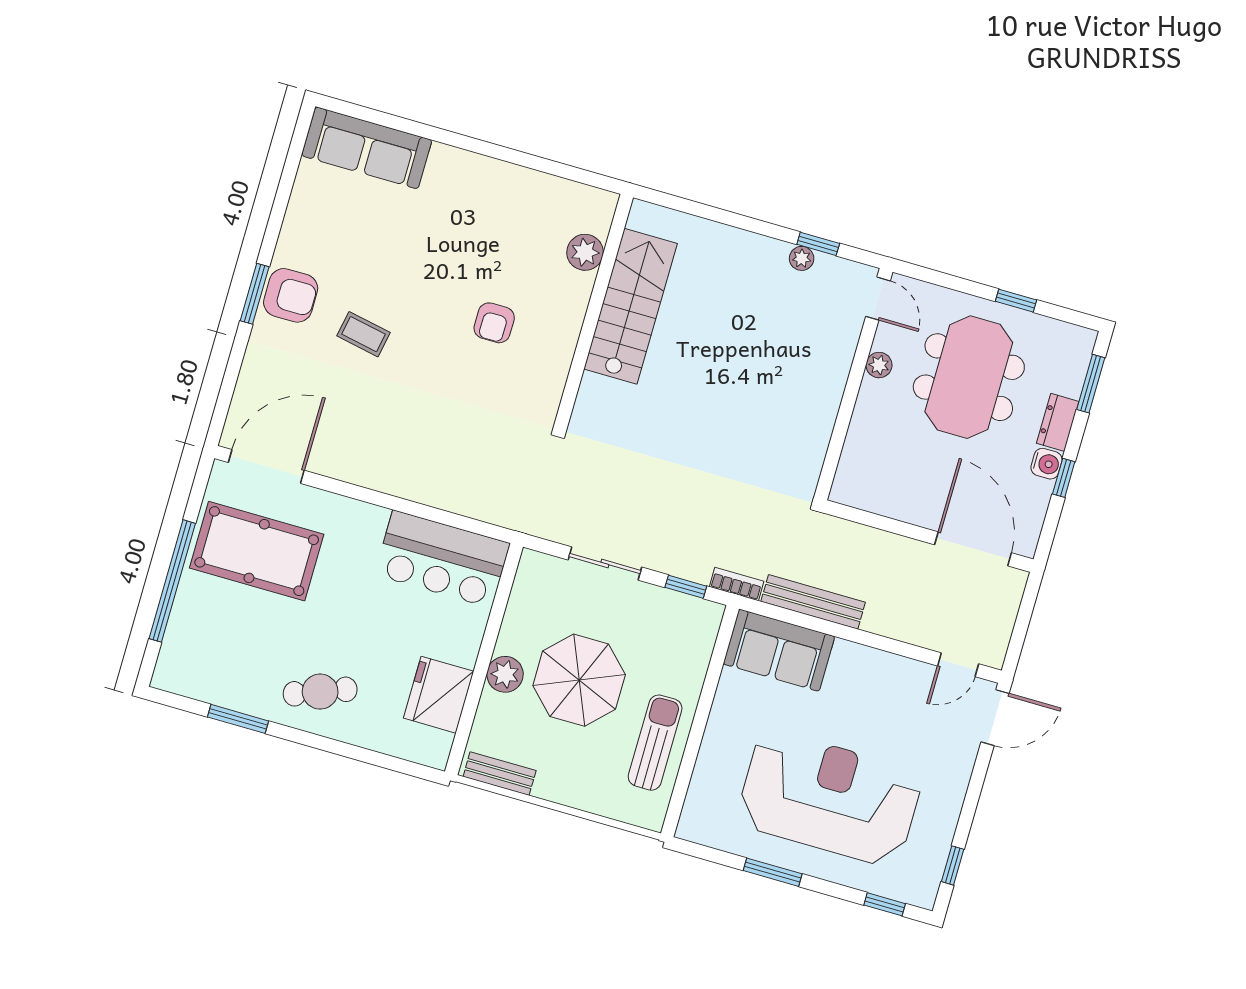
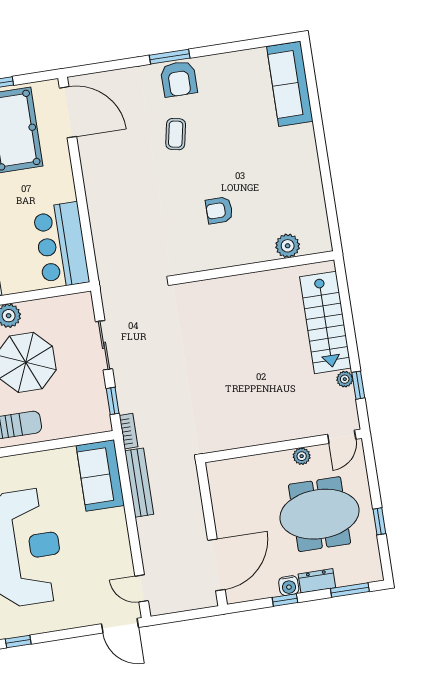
stairs: (631, 306) -> (325, 322), moved, turned 90

